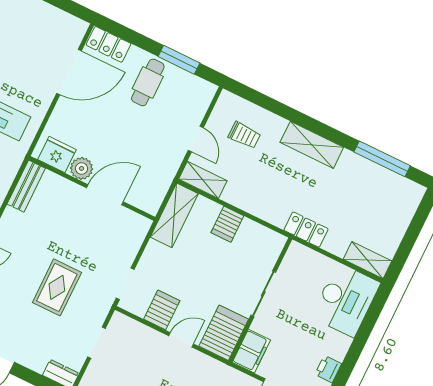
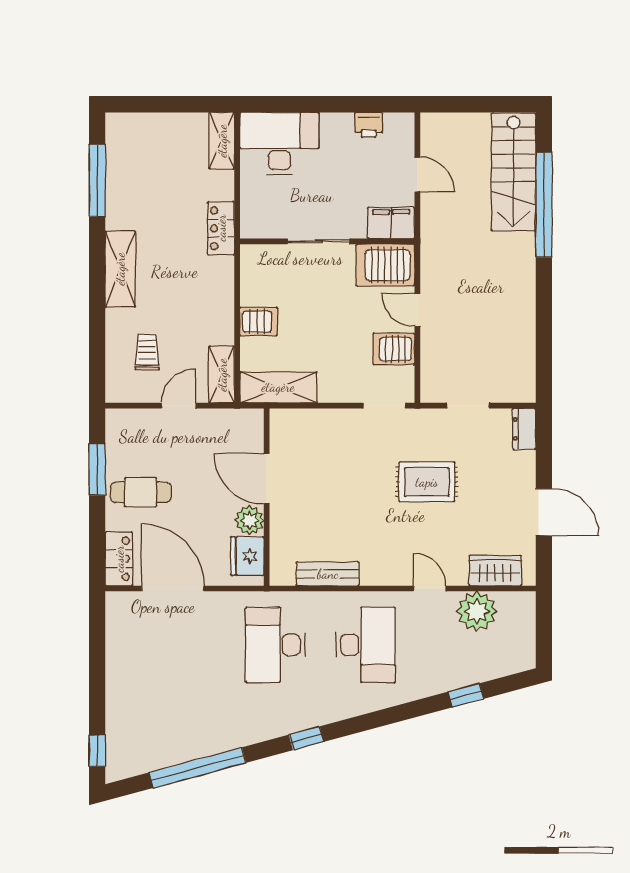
fridge: (57, 155) -> (247, 556), moved
plant: (82, 168) -> (250, 520), moved
wall: (92, 188) -> (267, 497), moved
door: (105, 195) -> (267, 479), moved

